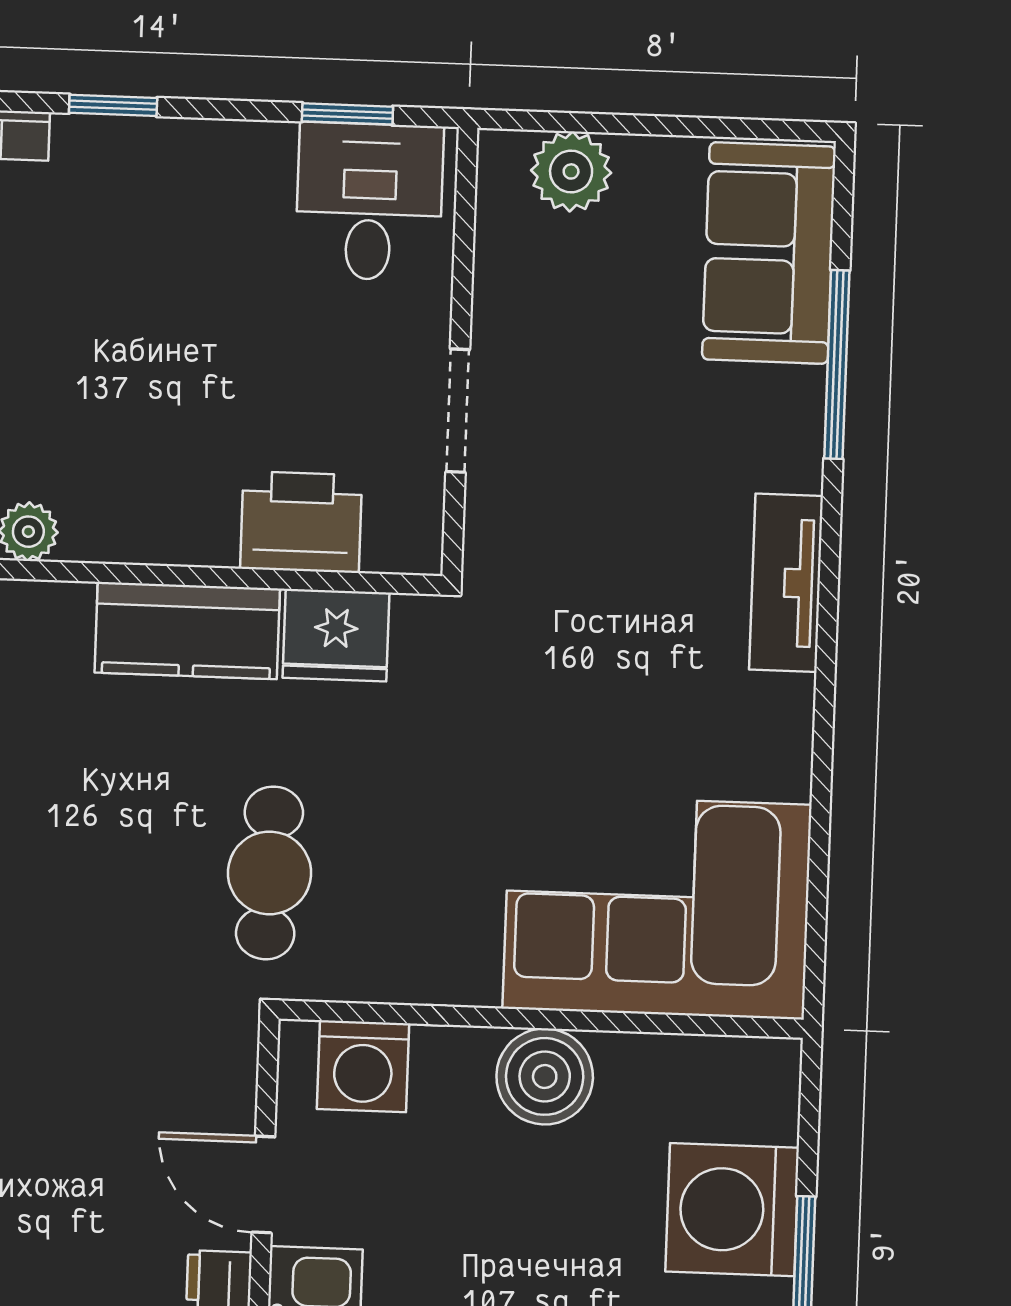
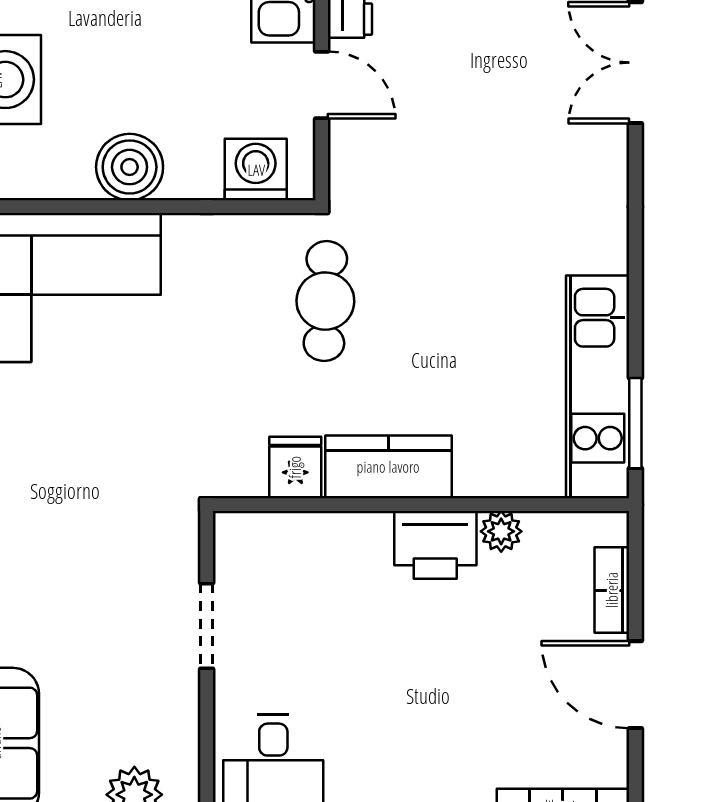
printer: (301, 522) -> (435, 545), moved
fridge: (336, 635) -> (295, 467), width x0.72

